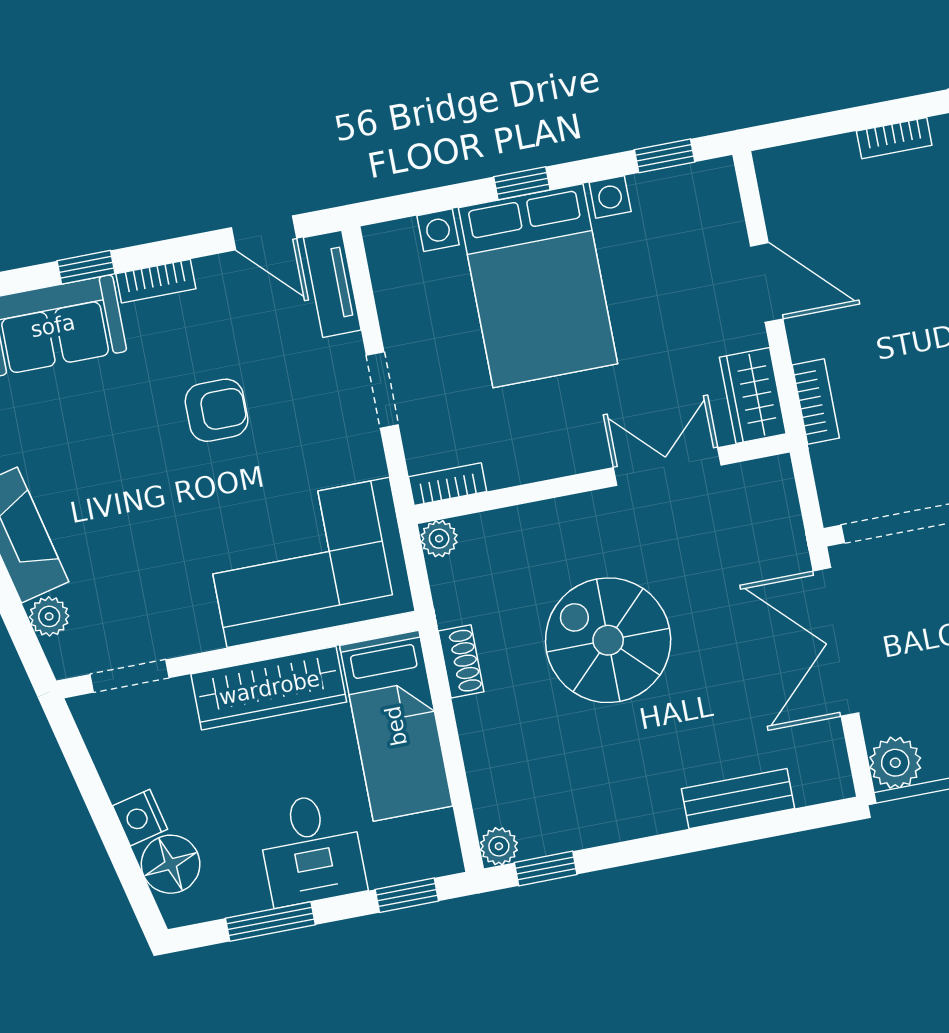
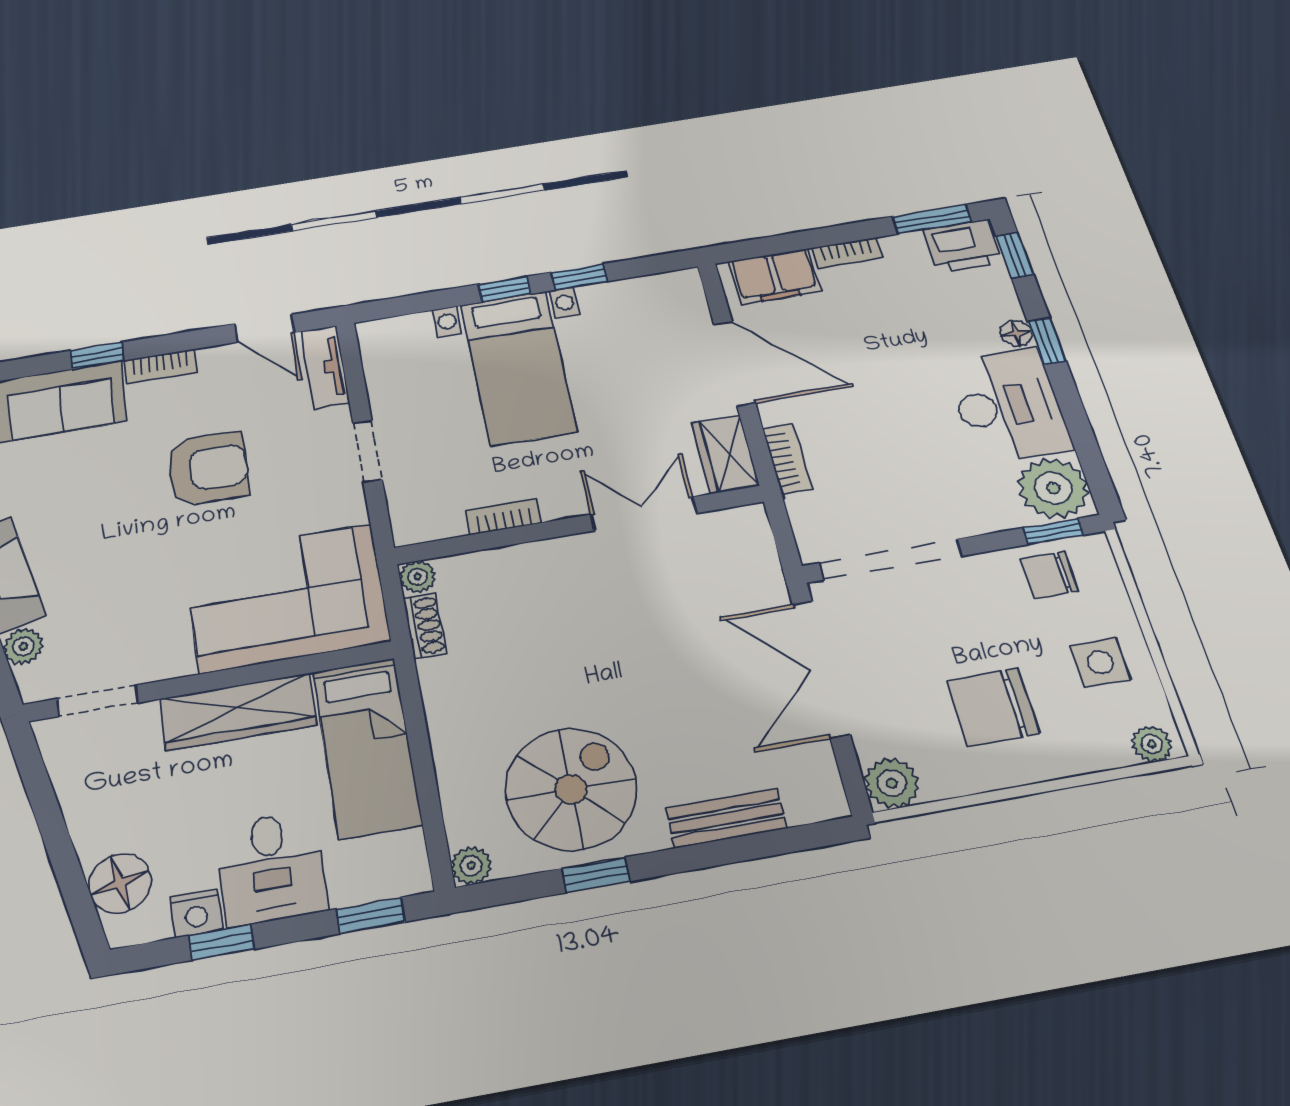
window: (665, 156) -> (579, 277), moved
filing cabinet: (815, 169) -> (775, 276), added
door: (767, 282) -> (734, 363), width x1.36
bed with nightstands: (538, 286) -> (518, 367), width x0.73
armchair: (217, 410) -> (207, 469), width x1.38, depth x1.38
bookcase: (448, 484) -> (503, 517), moved
spiral stairs: (608, 640) -> (571, 789), moved, turned 90
shoe rack: (461, 661) -> (425, 626), moved
nightstand: (140, 818) -> (196, 913), moved, turned -77
window: (546, 869) -> (596, 875), moved
window: (270, 922) -> (221, 942), width x0.67

